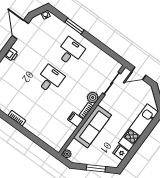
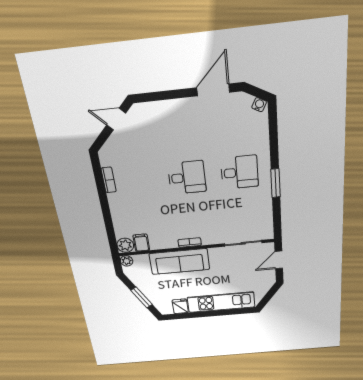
window: (74, 26) -> (276, 183), moved
printer: (11, 54) -> (173, 107), removed
door: (139, 73) -> (279, 260), hinge flipped
plant: (93, 97) -> (125, 245), moved
filing cabinet: (75, 120) -> (141, 243), moved

